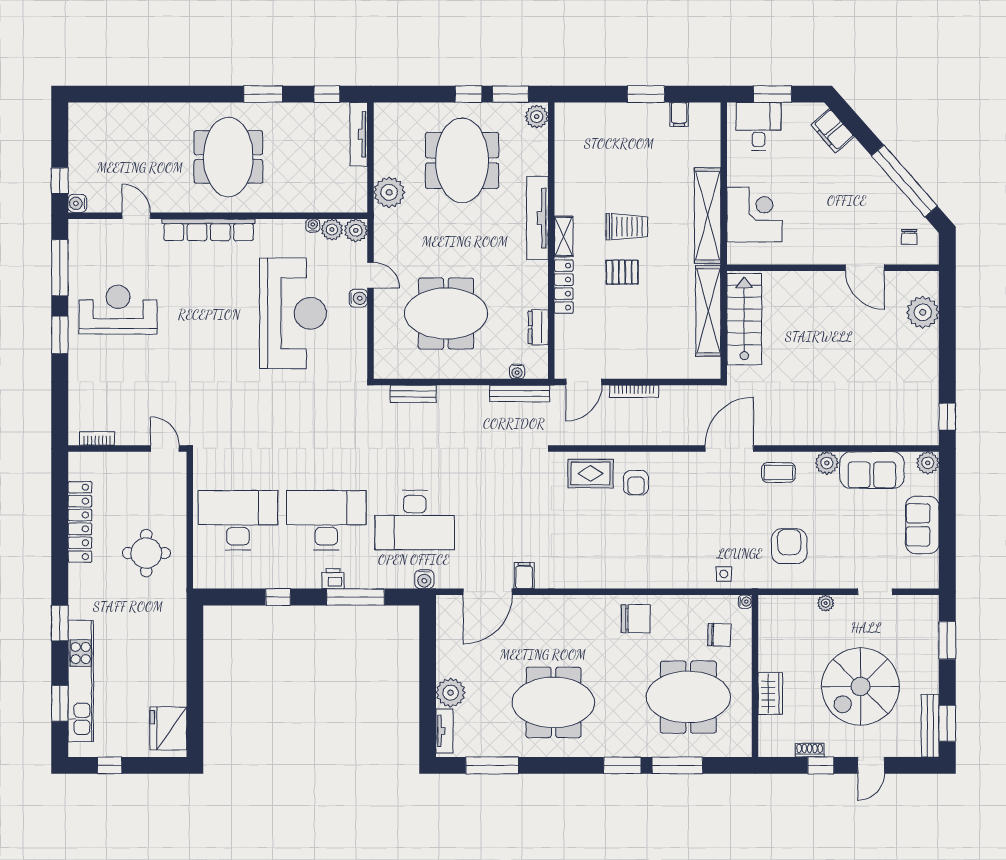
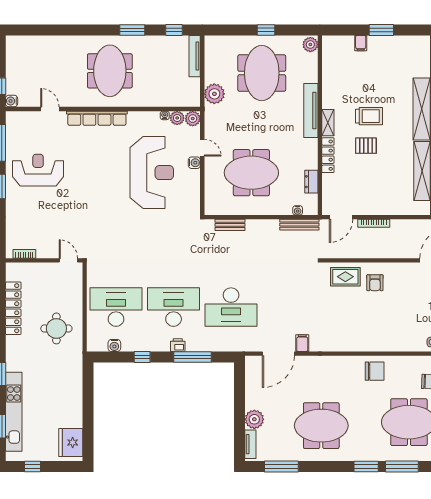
window: (510, 94) -> (293, 30), removed
filing cabinet: (679, 114) -> (361, 43), moved
water cooler: (424, 579) -> (114, 345), moved

